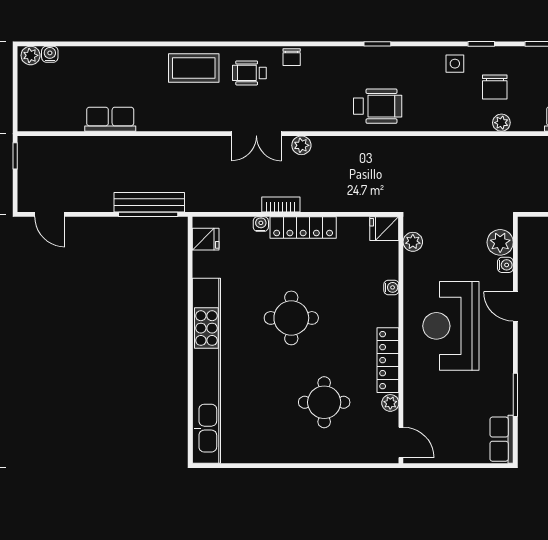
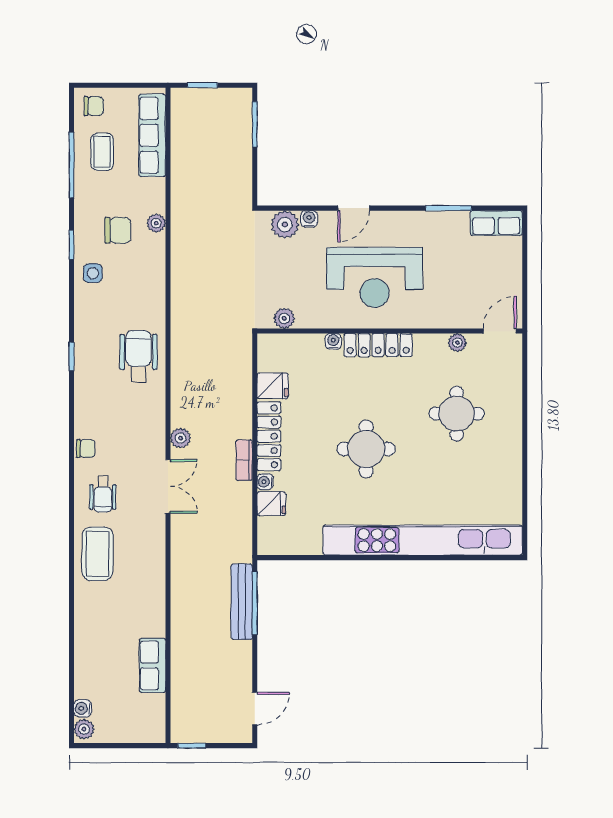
row of seats: (110, 119) -> (152, 665), moved
fridge: (384, 229) -> (273, 386), moved, turned -90
fridge: (206, 239) -> (271, 504), moved, turned 90
locker: (388, 360) -> (378, 345), moved

